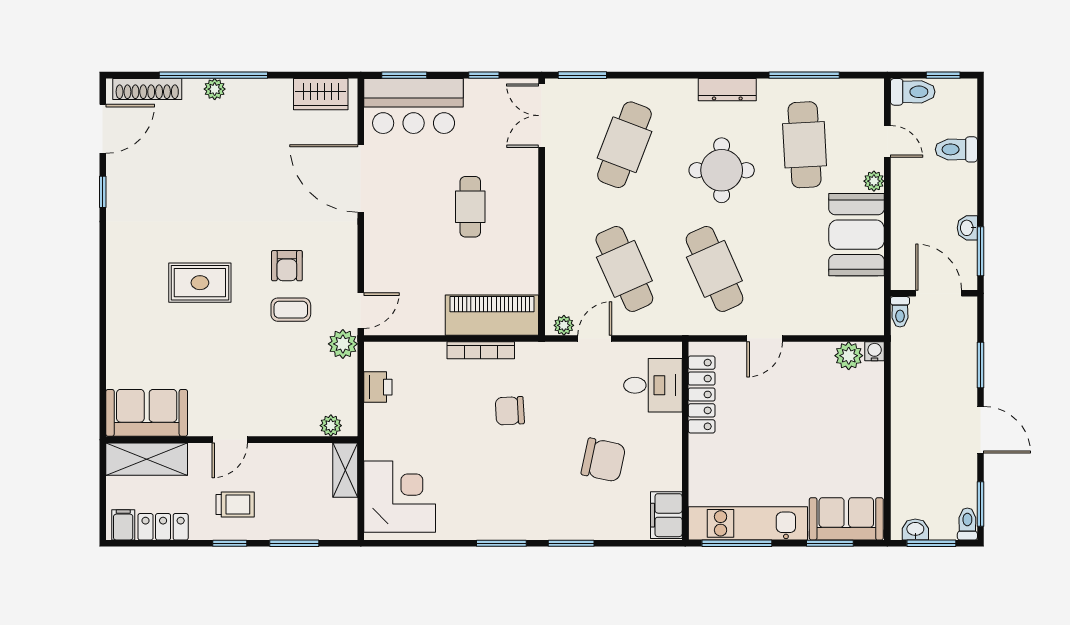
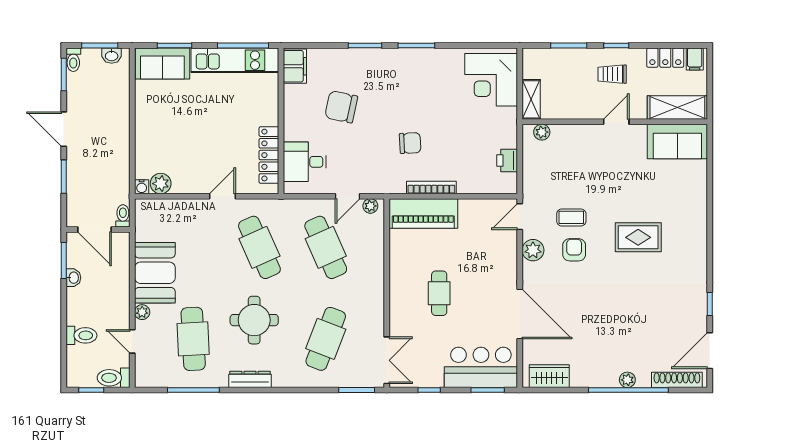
plant: (343, 344) -> (533, 250), moved

